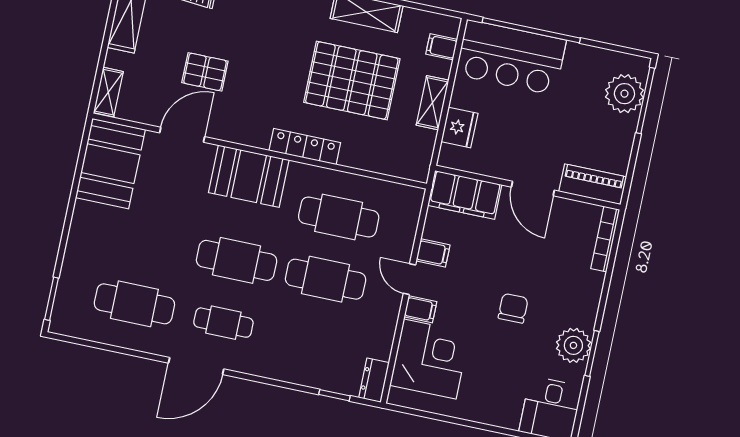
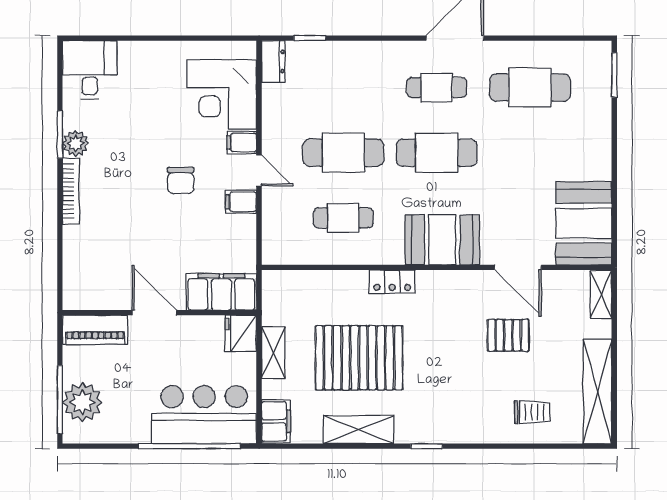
filing cabinet: (442, 47) -> (276, 421), width x2.00
door: (182, 135) -> (518, 267), hinge flipped
locker: (305, 147) -> (392, 281), width x0.66
piano: (593, 184) -> (95, 330), moved
wall: (528, 188) -> (159, 313), moved
door: (533, 189) -> (154, 313), moved
filing cabinet: (465, 195) -> (221, 292), moved
cafe table: (339, 217) -> (343, 218), width x0.73, depth x0.74
bookcase: (605, 239) -> (71, 191), moved
chair: (513, 308) -> (181, 180), moved
plant: (573, 345) -> (76, 143), width x0.73, depth x0.73

